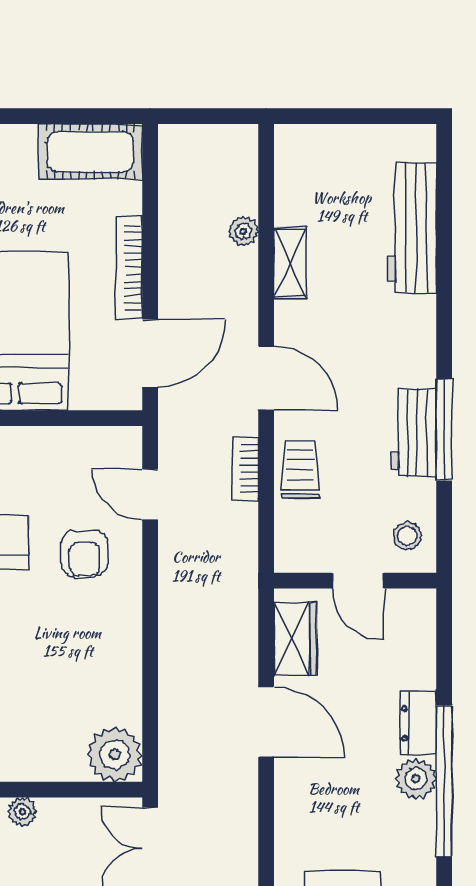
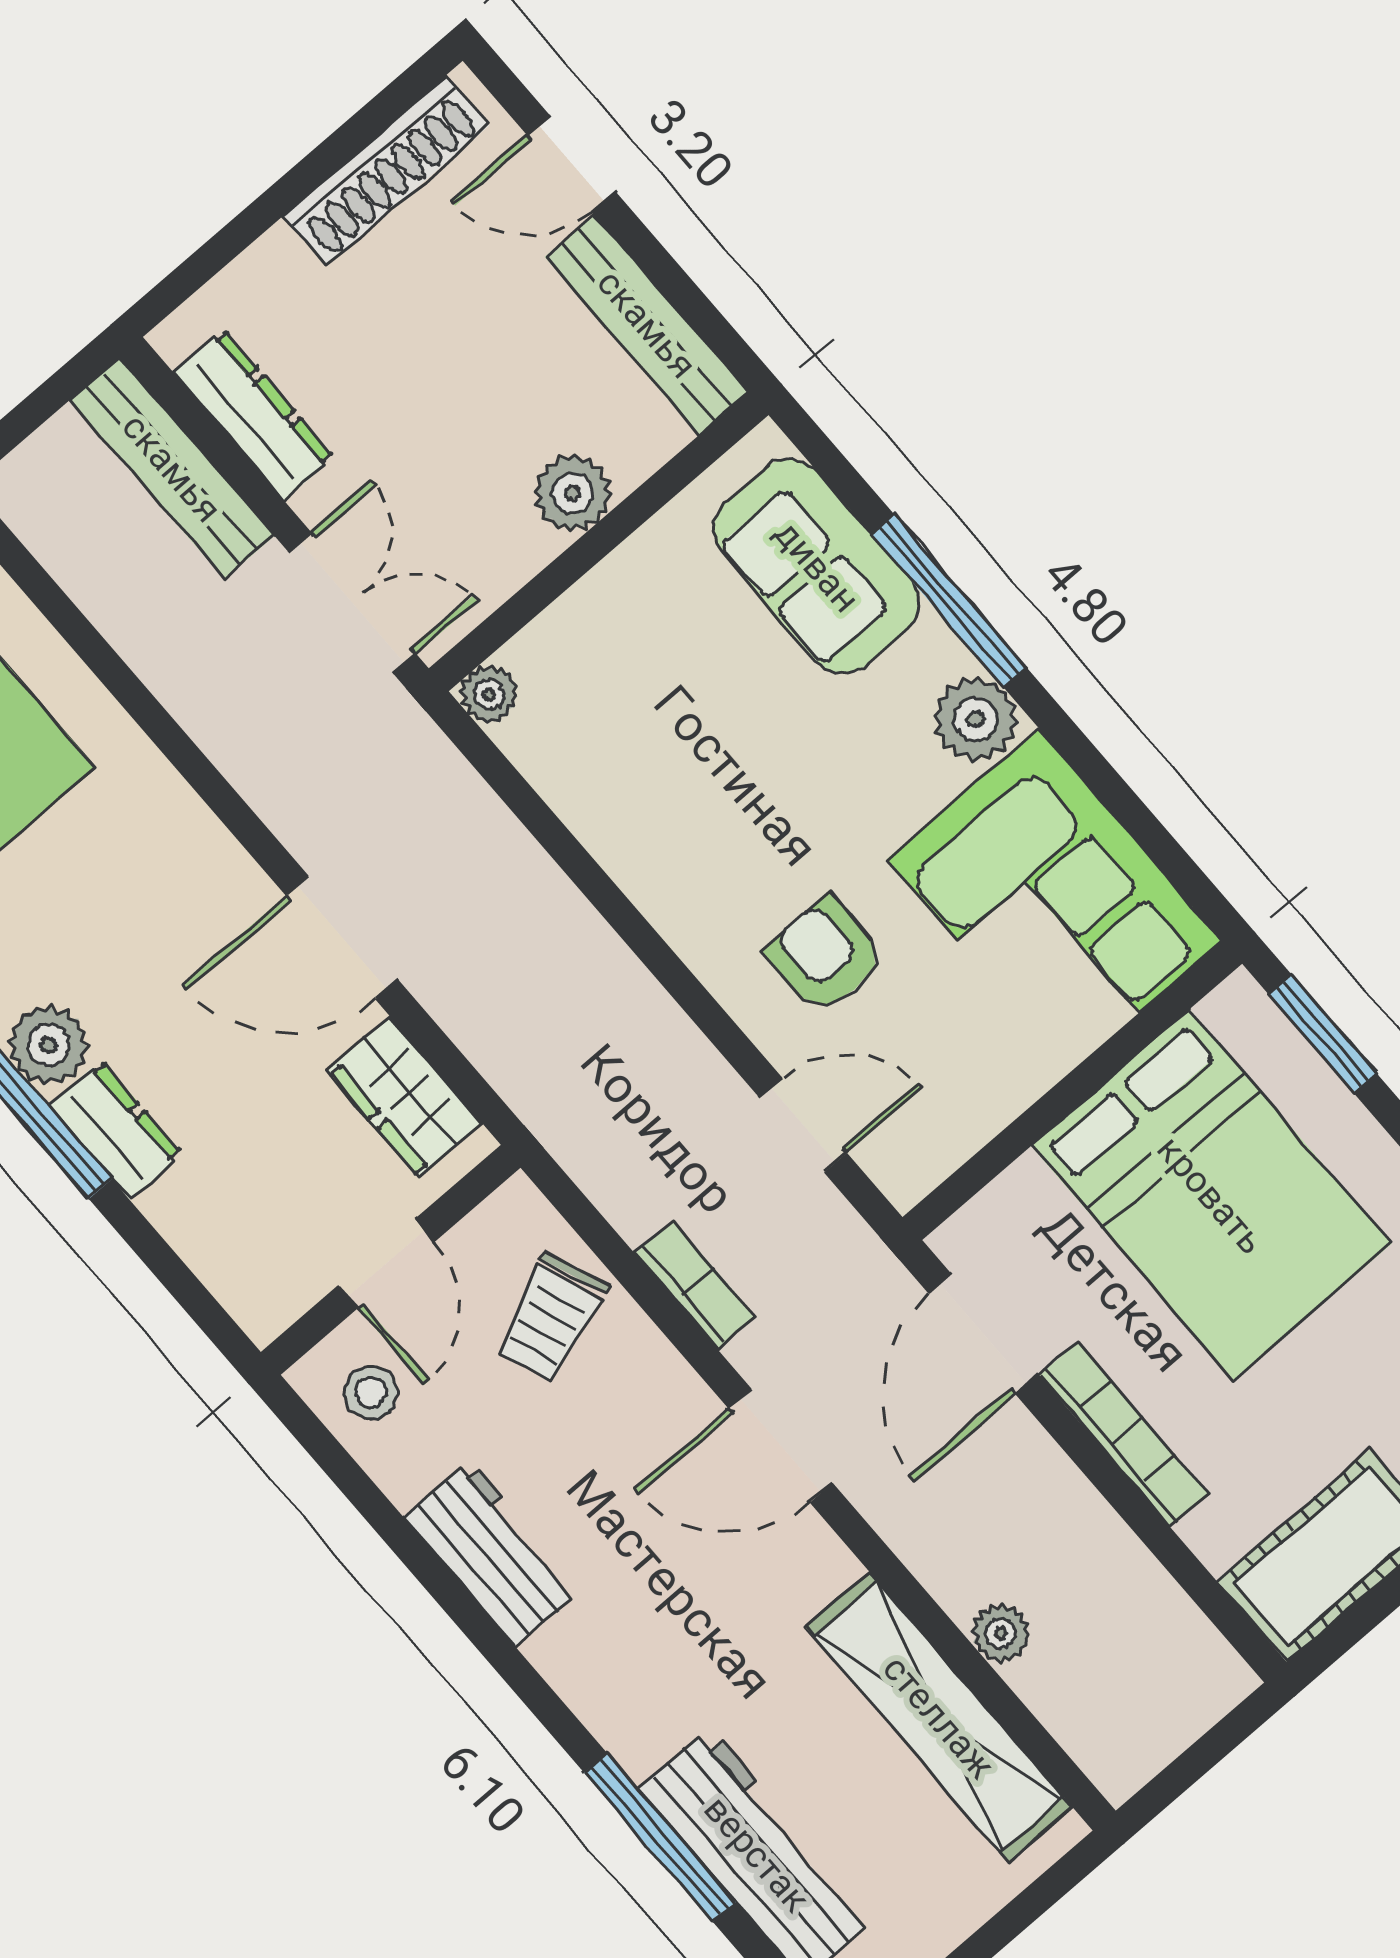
shelving: (290, 263) -> (939, 1717), width x2.20, depth x1.33
window: (444, 430) -> (660, 1837), moved
trolley: (301, 469) -> (551, 1318), moved, turned 69
door: (358, 581) -> (386, 1264), swing flipped
plant: (115, 754) -> (489, 694), width x0.53, depth x0.53
plant: (22, 812) -> (573, 493), width x1.38, depth x1.38

